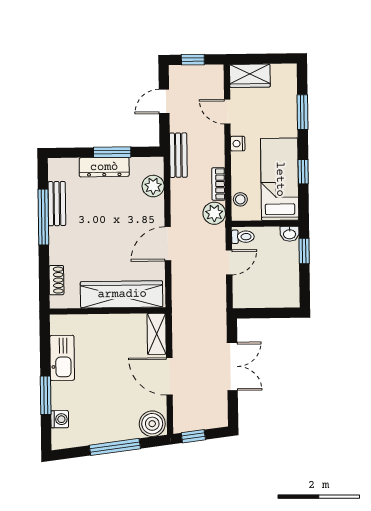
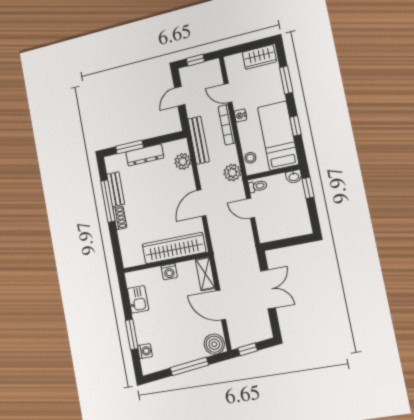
wardrobe: (250, 76) -> (259, 57), moved
window: (112, 152) -> (130, 147), moved
bench: (178, 155) -> (199, 140), width x1.36
bookcase: (218, 184) -> (227, 125), moved, width x1.56
door: (229, 262) -> (251, 208), swing flipped
shoe rack: (56, 280) -> (120, 218), moved
washing machine: (110, 323) -> (169, 272), added
kitchen sink: (62, 358) -> (138, 299), width x0.73

